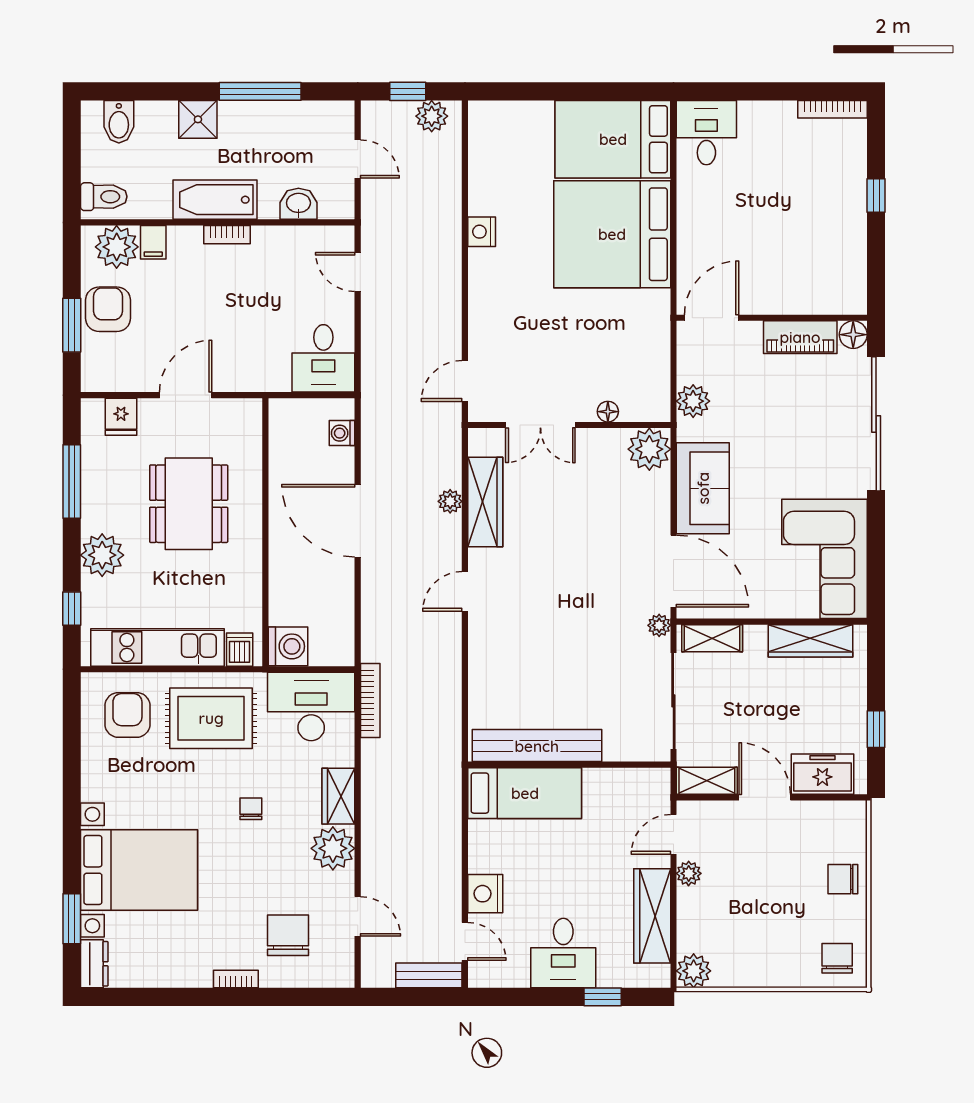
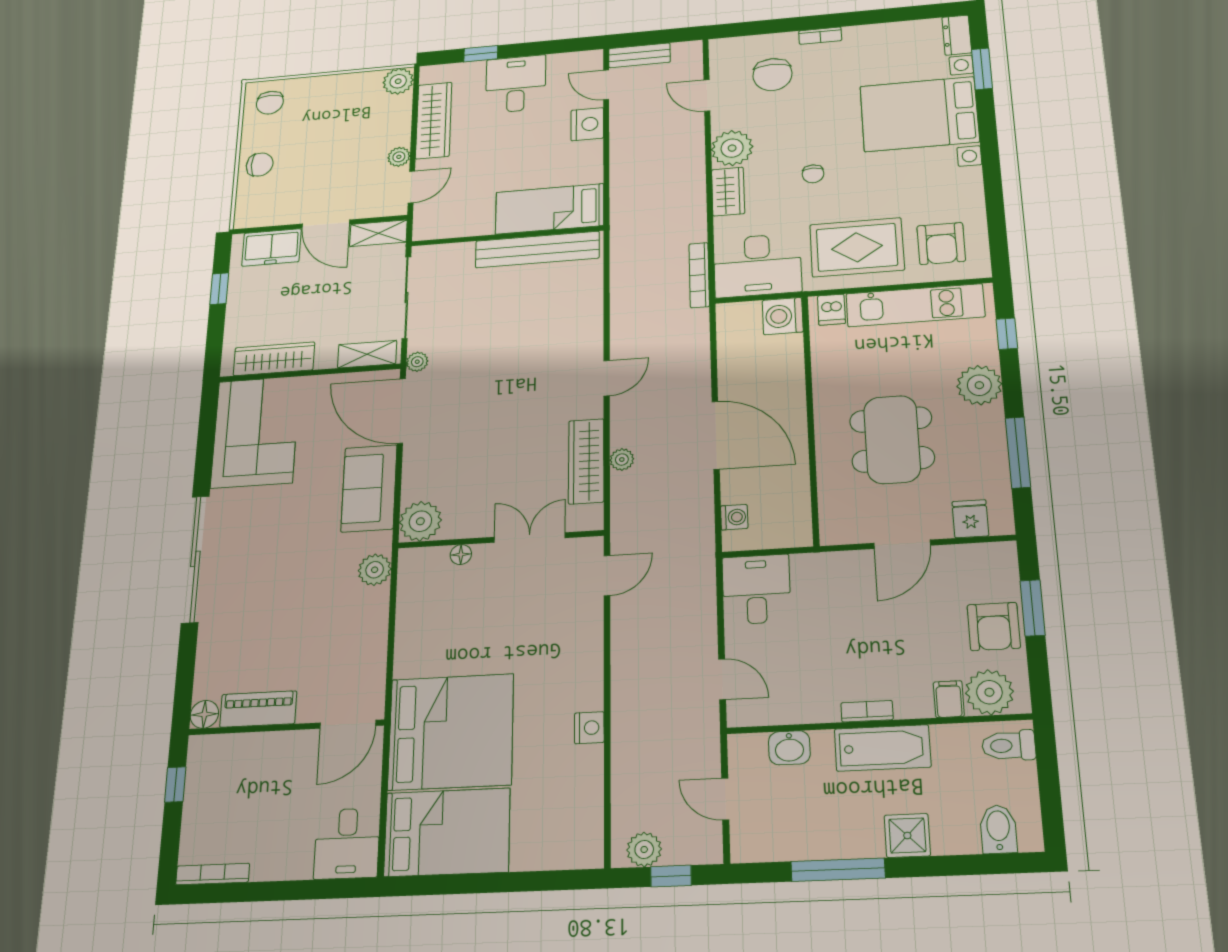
door: (712, 318) -> (348, 724), moved
wall: (772, 318) -> (286, 727), moved
floor lamp: (853, 335) -> (204, 714), moved
piano: (800, 337) -> (258, 709), moved

